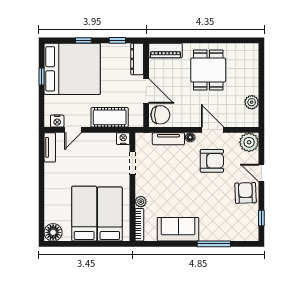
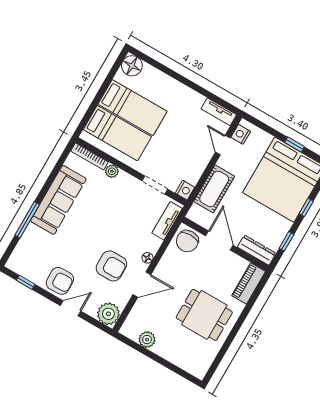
door: (146, 91) -> (219, 241), swing flipped
tv unit: (168, 139) -> (167, 221), moved
armchair: (212, 161) -> (111, 266), turned -90
sofa: (178, 229) -> (58, 200), width x1.36

